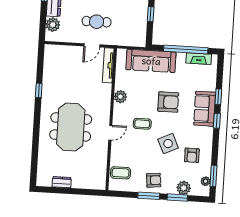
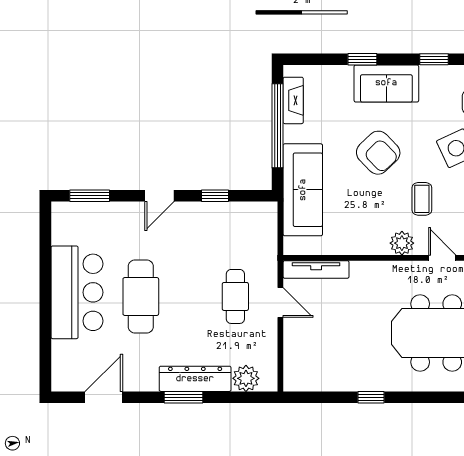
plant: (120, 97) -> (402, 243), moved
armchair: (168, 102) -> (378, 153), turned 136
window: (217, 121) -> (434, 59), moved

